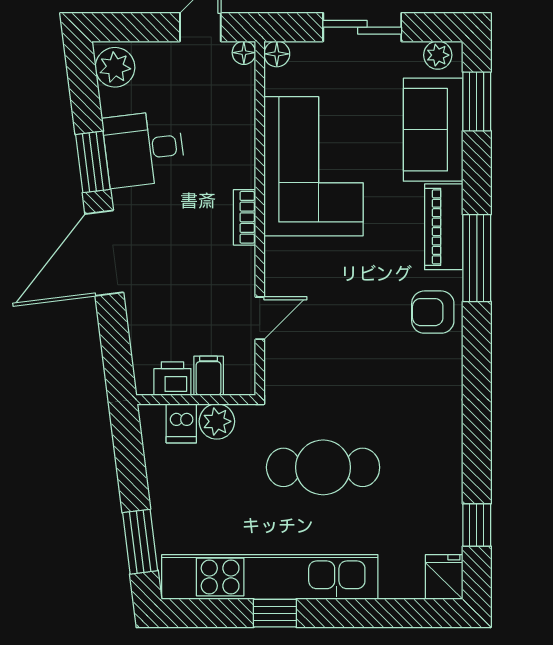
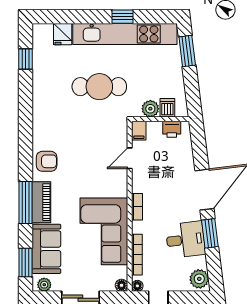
bookcase: (245, 118) -> (137, 255), added
window: (477, 258) -> (25, 203), moved
filing cabinet: (209, 376) -> (139, 131), moved
fridge: (444, 577) -> (63, 34), moved

